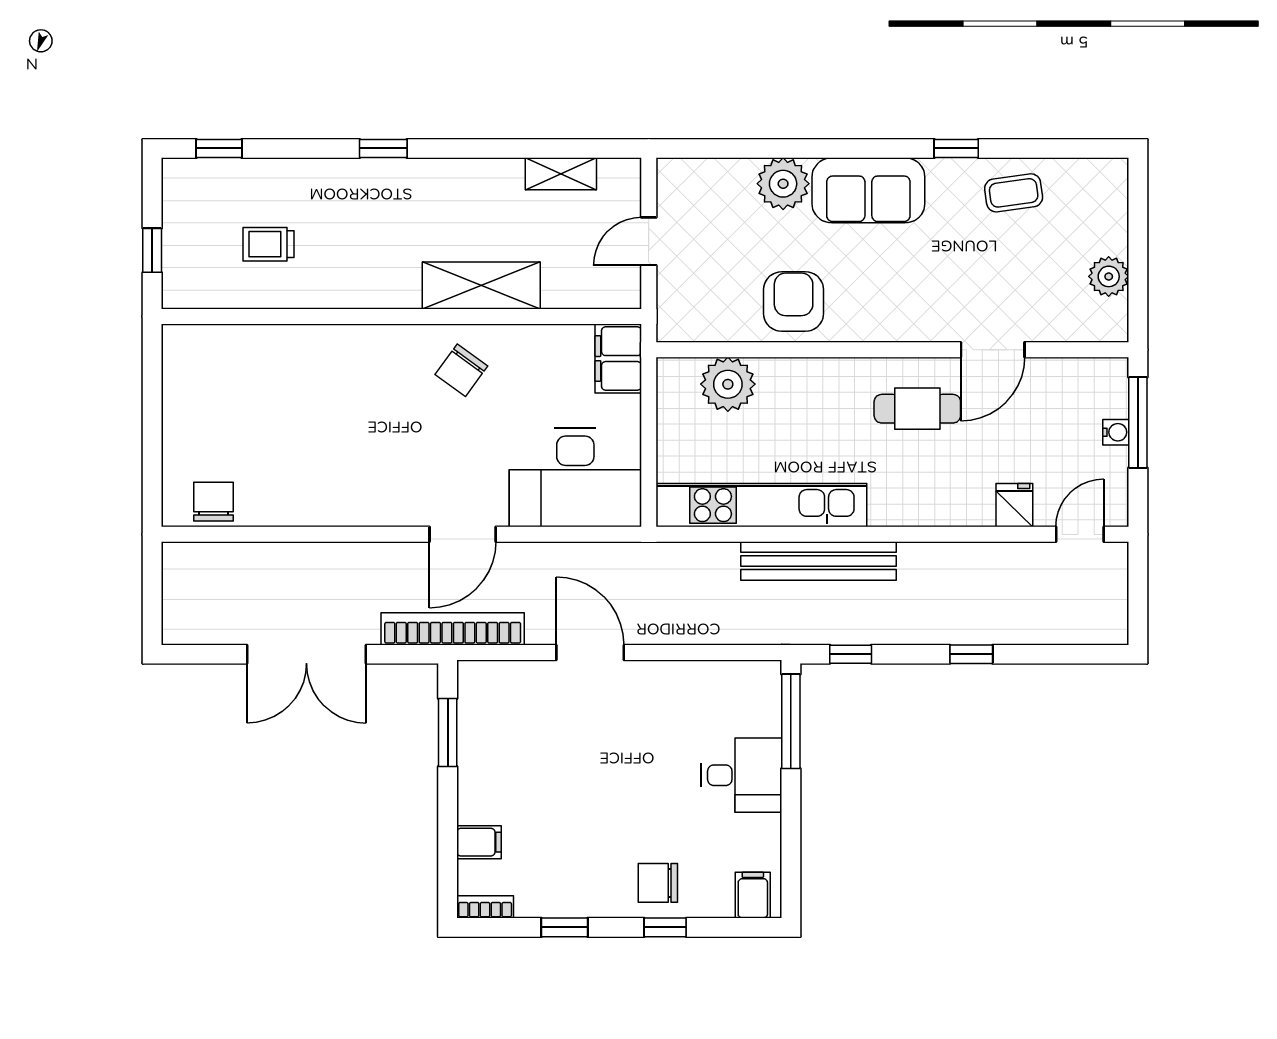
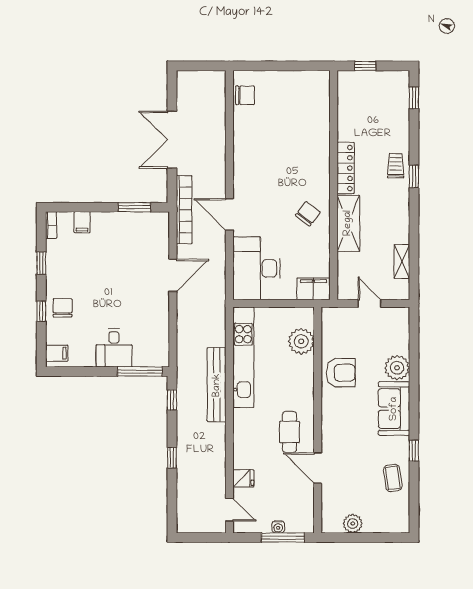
trolley: (268, 244) -> (396, 166), moved
locker: (366, 291) -> (346, 168), added
chair: (461, 370) -> (308, 214), turned 91

